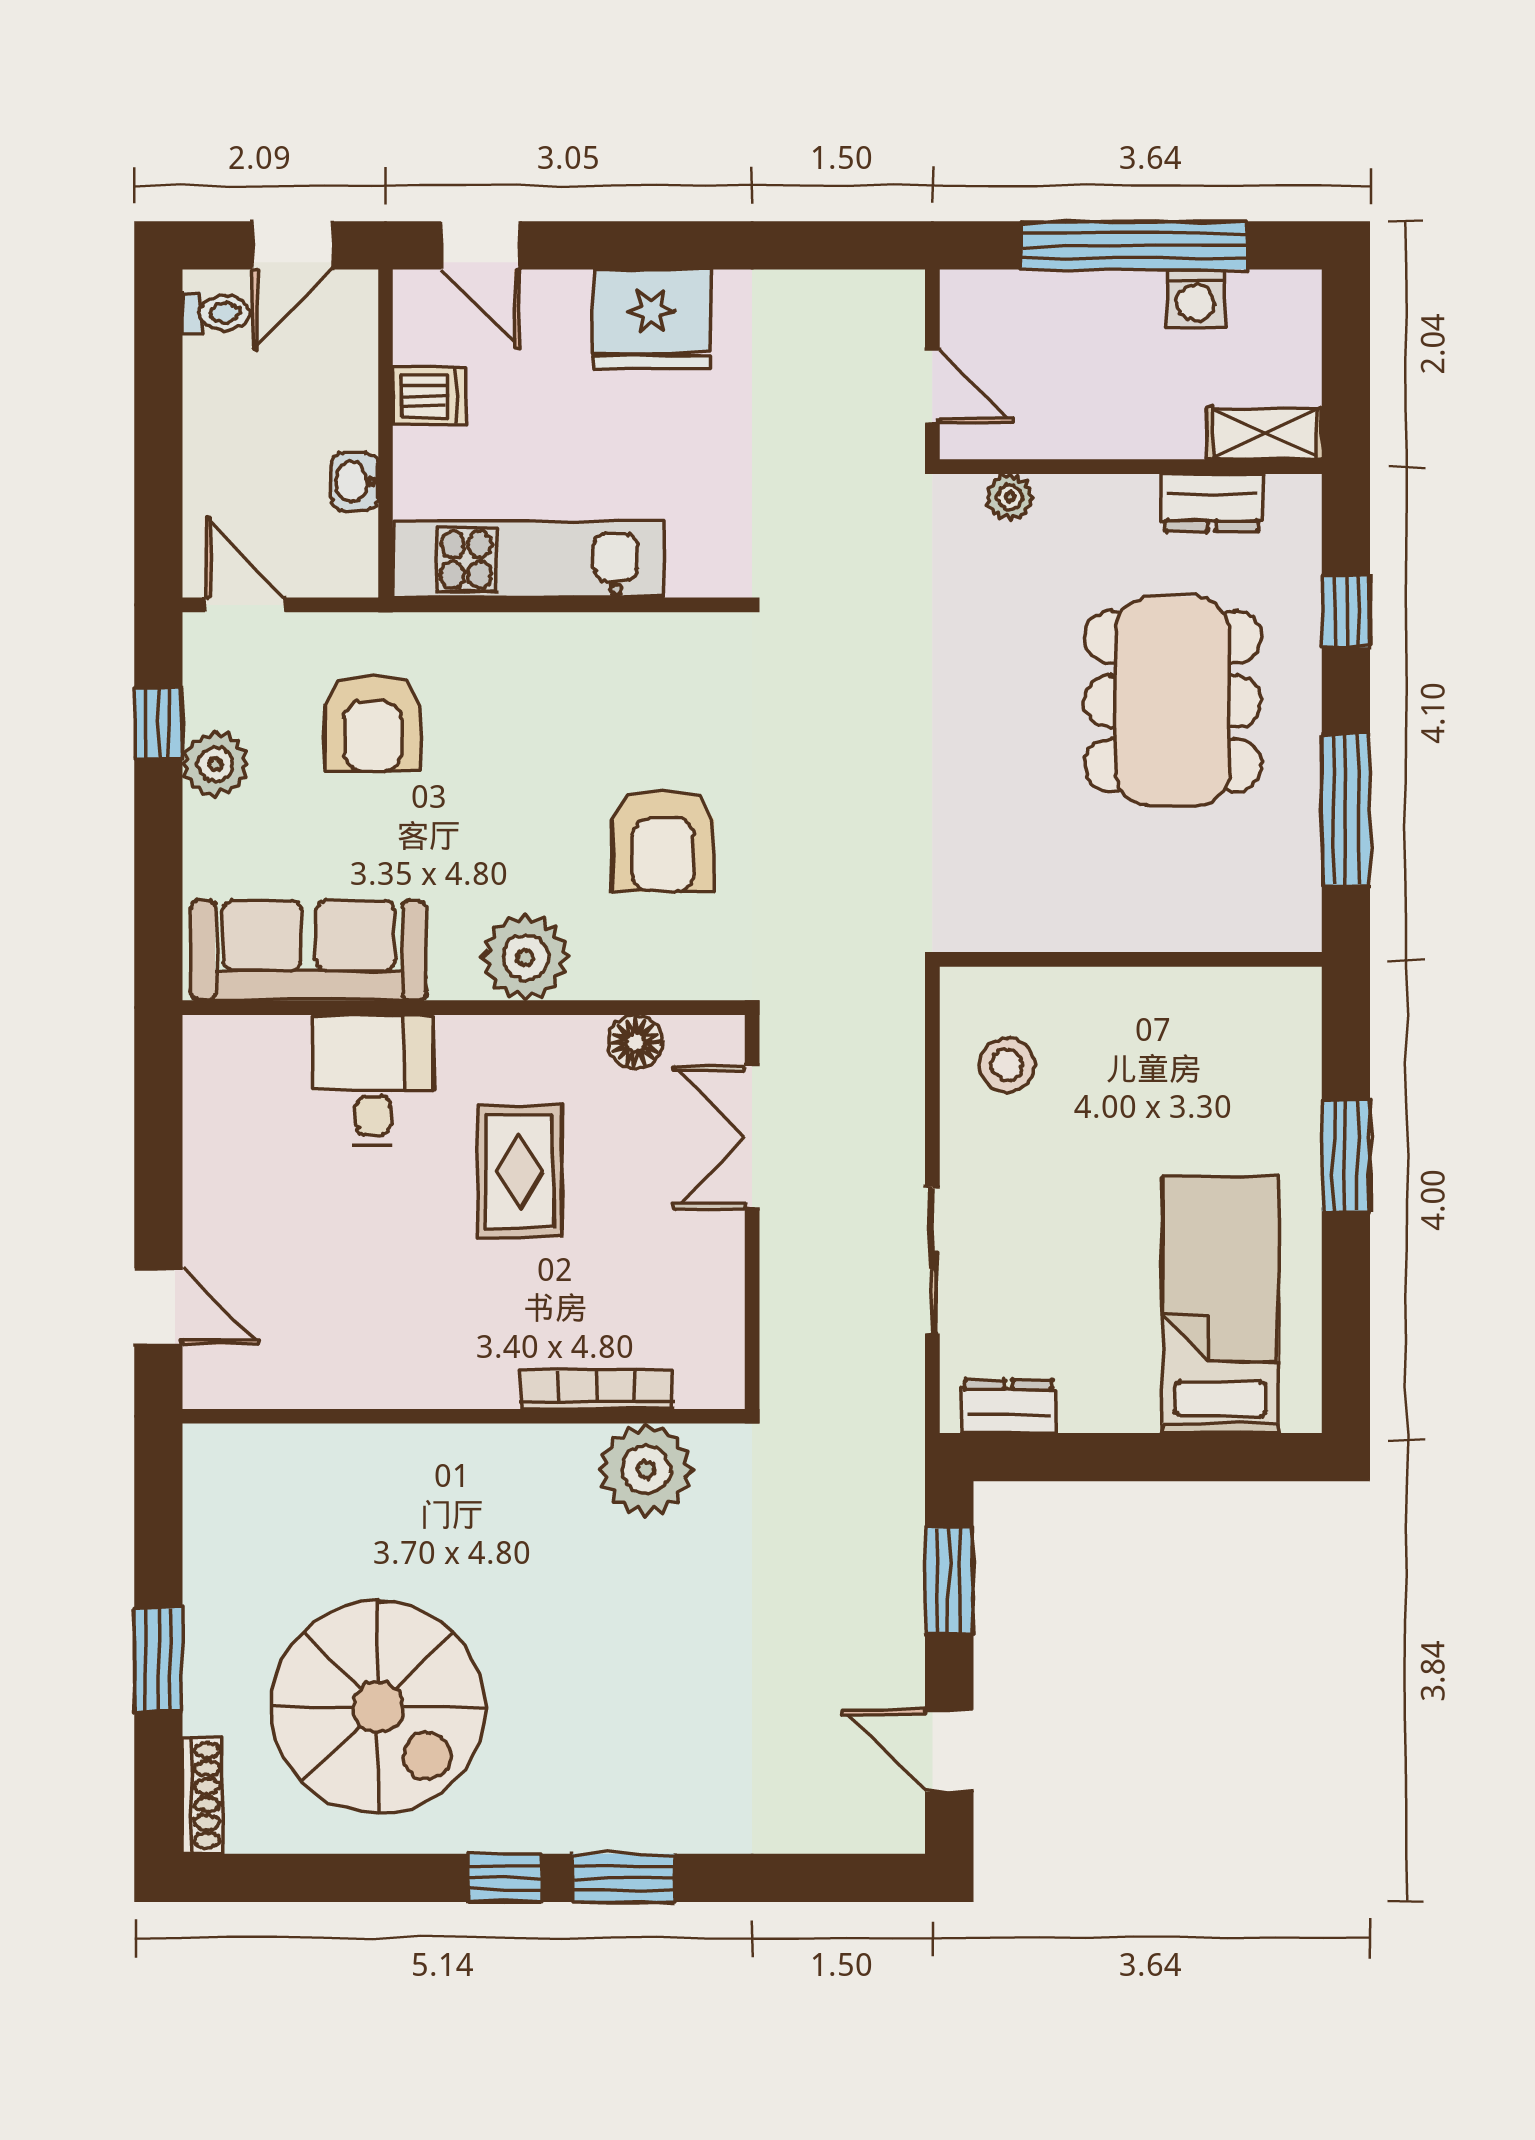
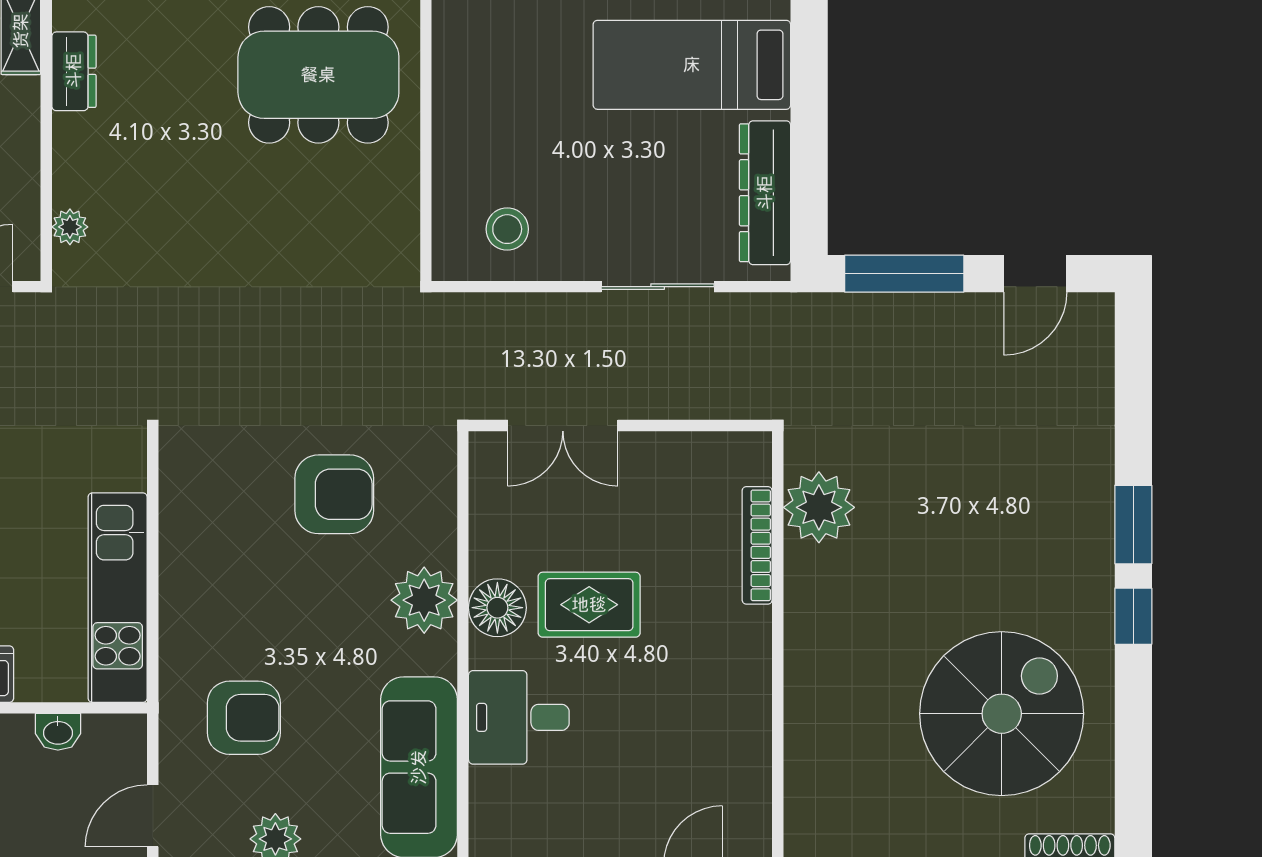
dining table: (1173, 701) -> (318, 75), moved
floor lamp: (635, 1042) -> (497, 608), moved, width x1.38, depth x1.38
dresser: (1009, 1406) -> (765, 193), width x1.96, depth x1.24
window: (949, 1580) -> (904, 274), width x1.44

